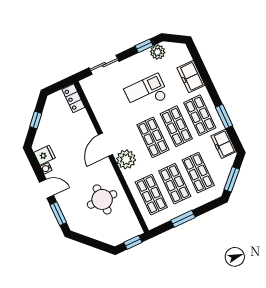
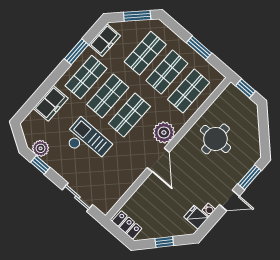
checkout: (146, 93) -> (87, 141), turned 180
locker: (73, 98) -> (127, 225), moved, turned -90
door: (105, 145) -> (158, 160), hinge flipped
door: (46, 189) -> (229, 200), swing flipped

